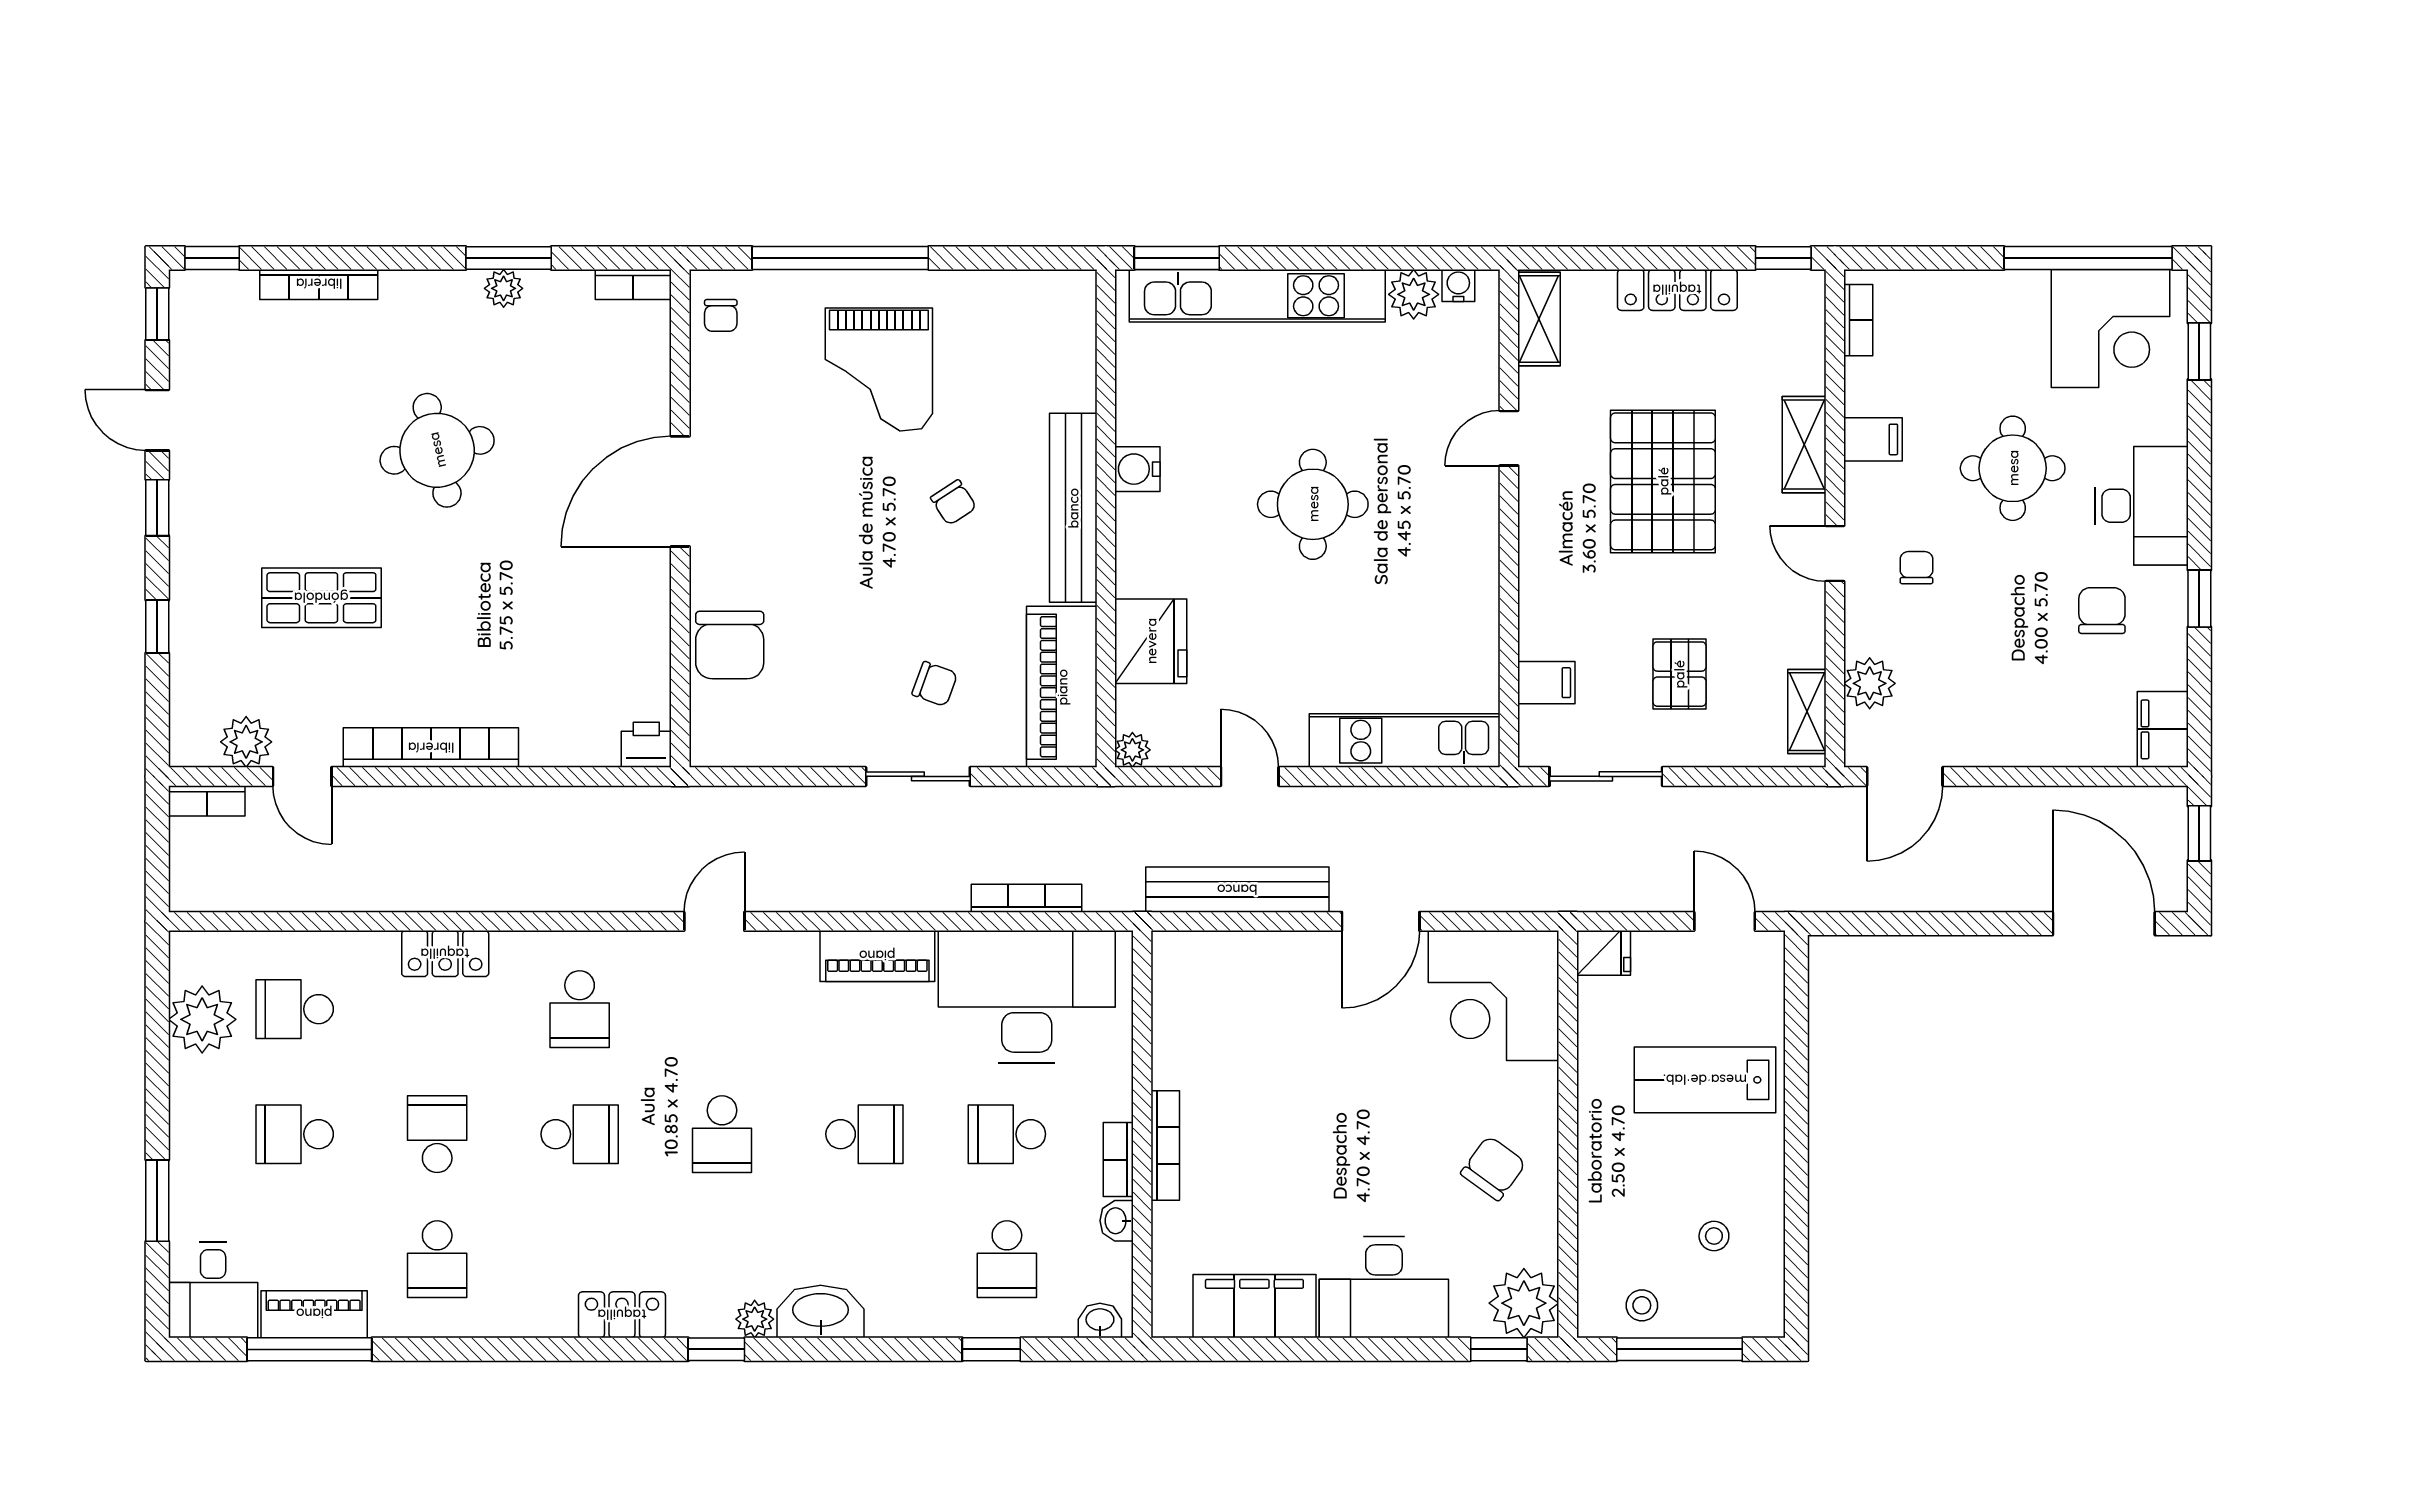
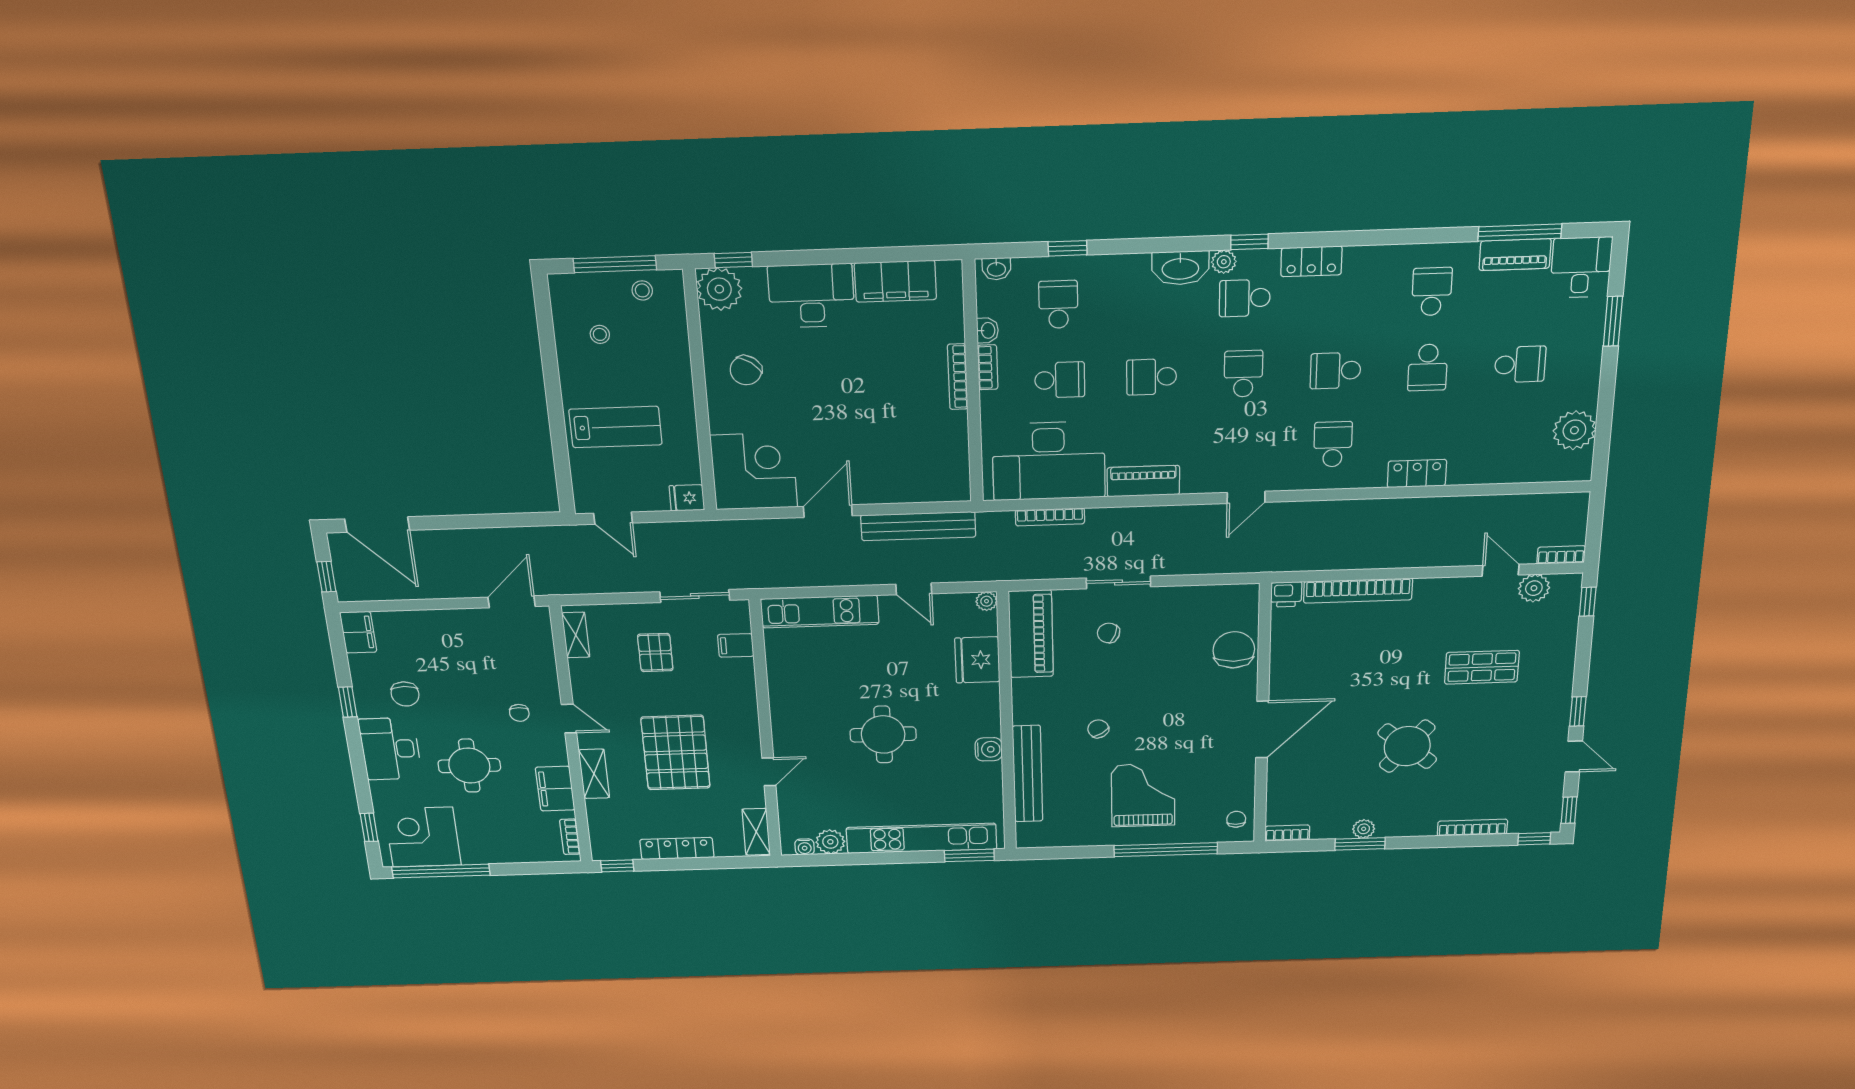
filing cabinet: (1873, 439) -> (555, 789), width x2.00
round table: (437, 450) -> (1407, 746), turned -37
bench: (1073, 508) -> (1028, 774), moved
window: (157, 626) -> (1588, 602), moved
plant: (1870, 683) -> (540, 651), removed
bookcase: (431, 748) -> (1358, 591), moved
school desk: (295, 1009) -> (1245, 298), moved, turned 180

